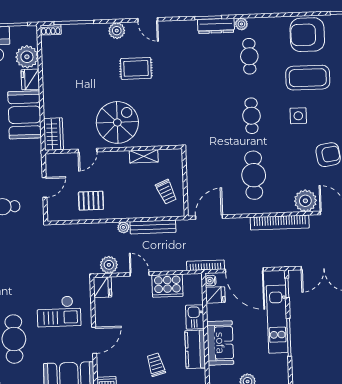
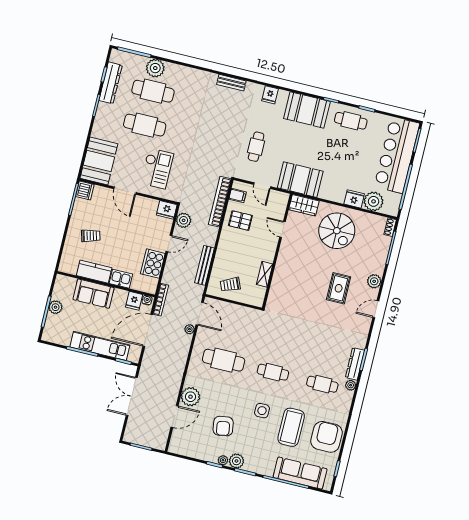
booth: (25, 115) -> (300, 180), moved
spiral stairs: (117, 122) -> (337, 231), moved
pallet: (91, 201) -> (240, 221), turned 90
filing cabinet: (64, 212) -> (238, 196), added
bookcase: (280, 223) -> (220, 202), moved
plant: (123, 227) -> (189, 329), moved
checkout: (59, 311) -> (157, 168), turned 180

